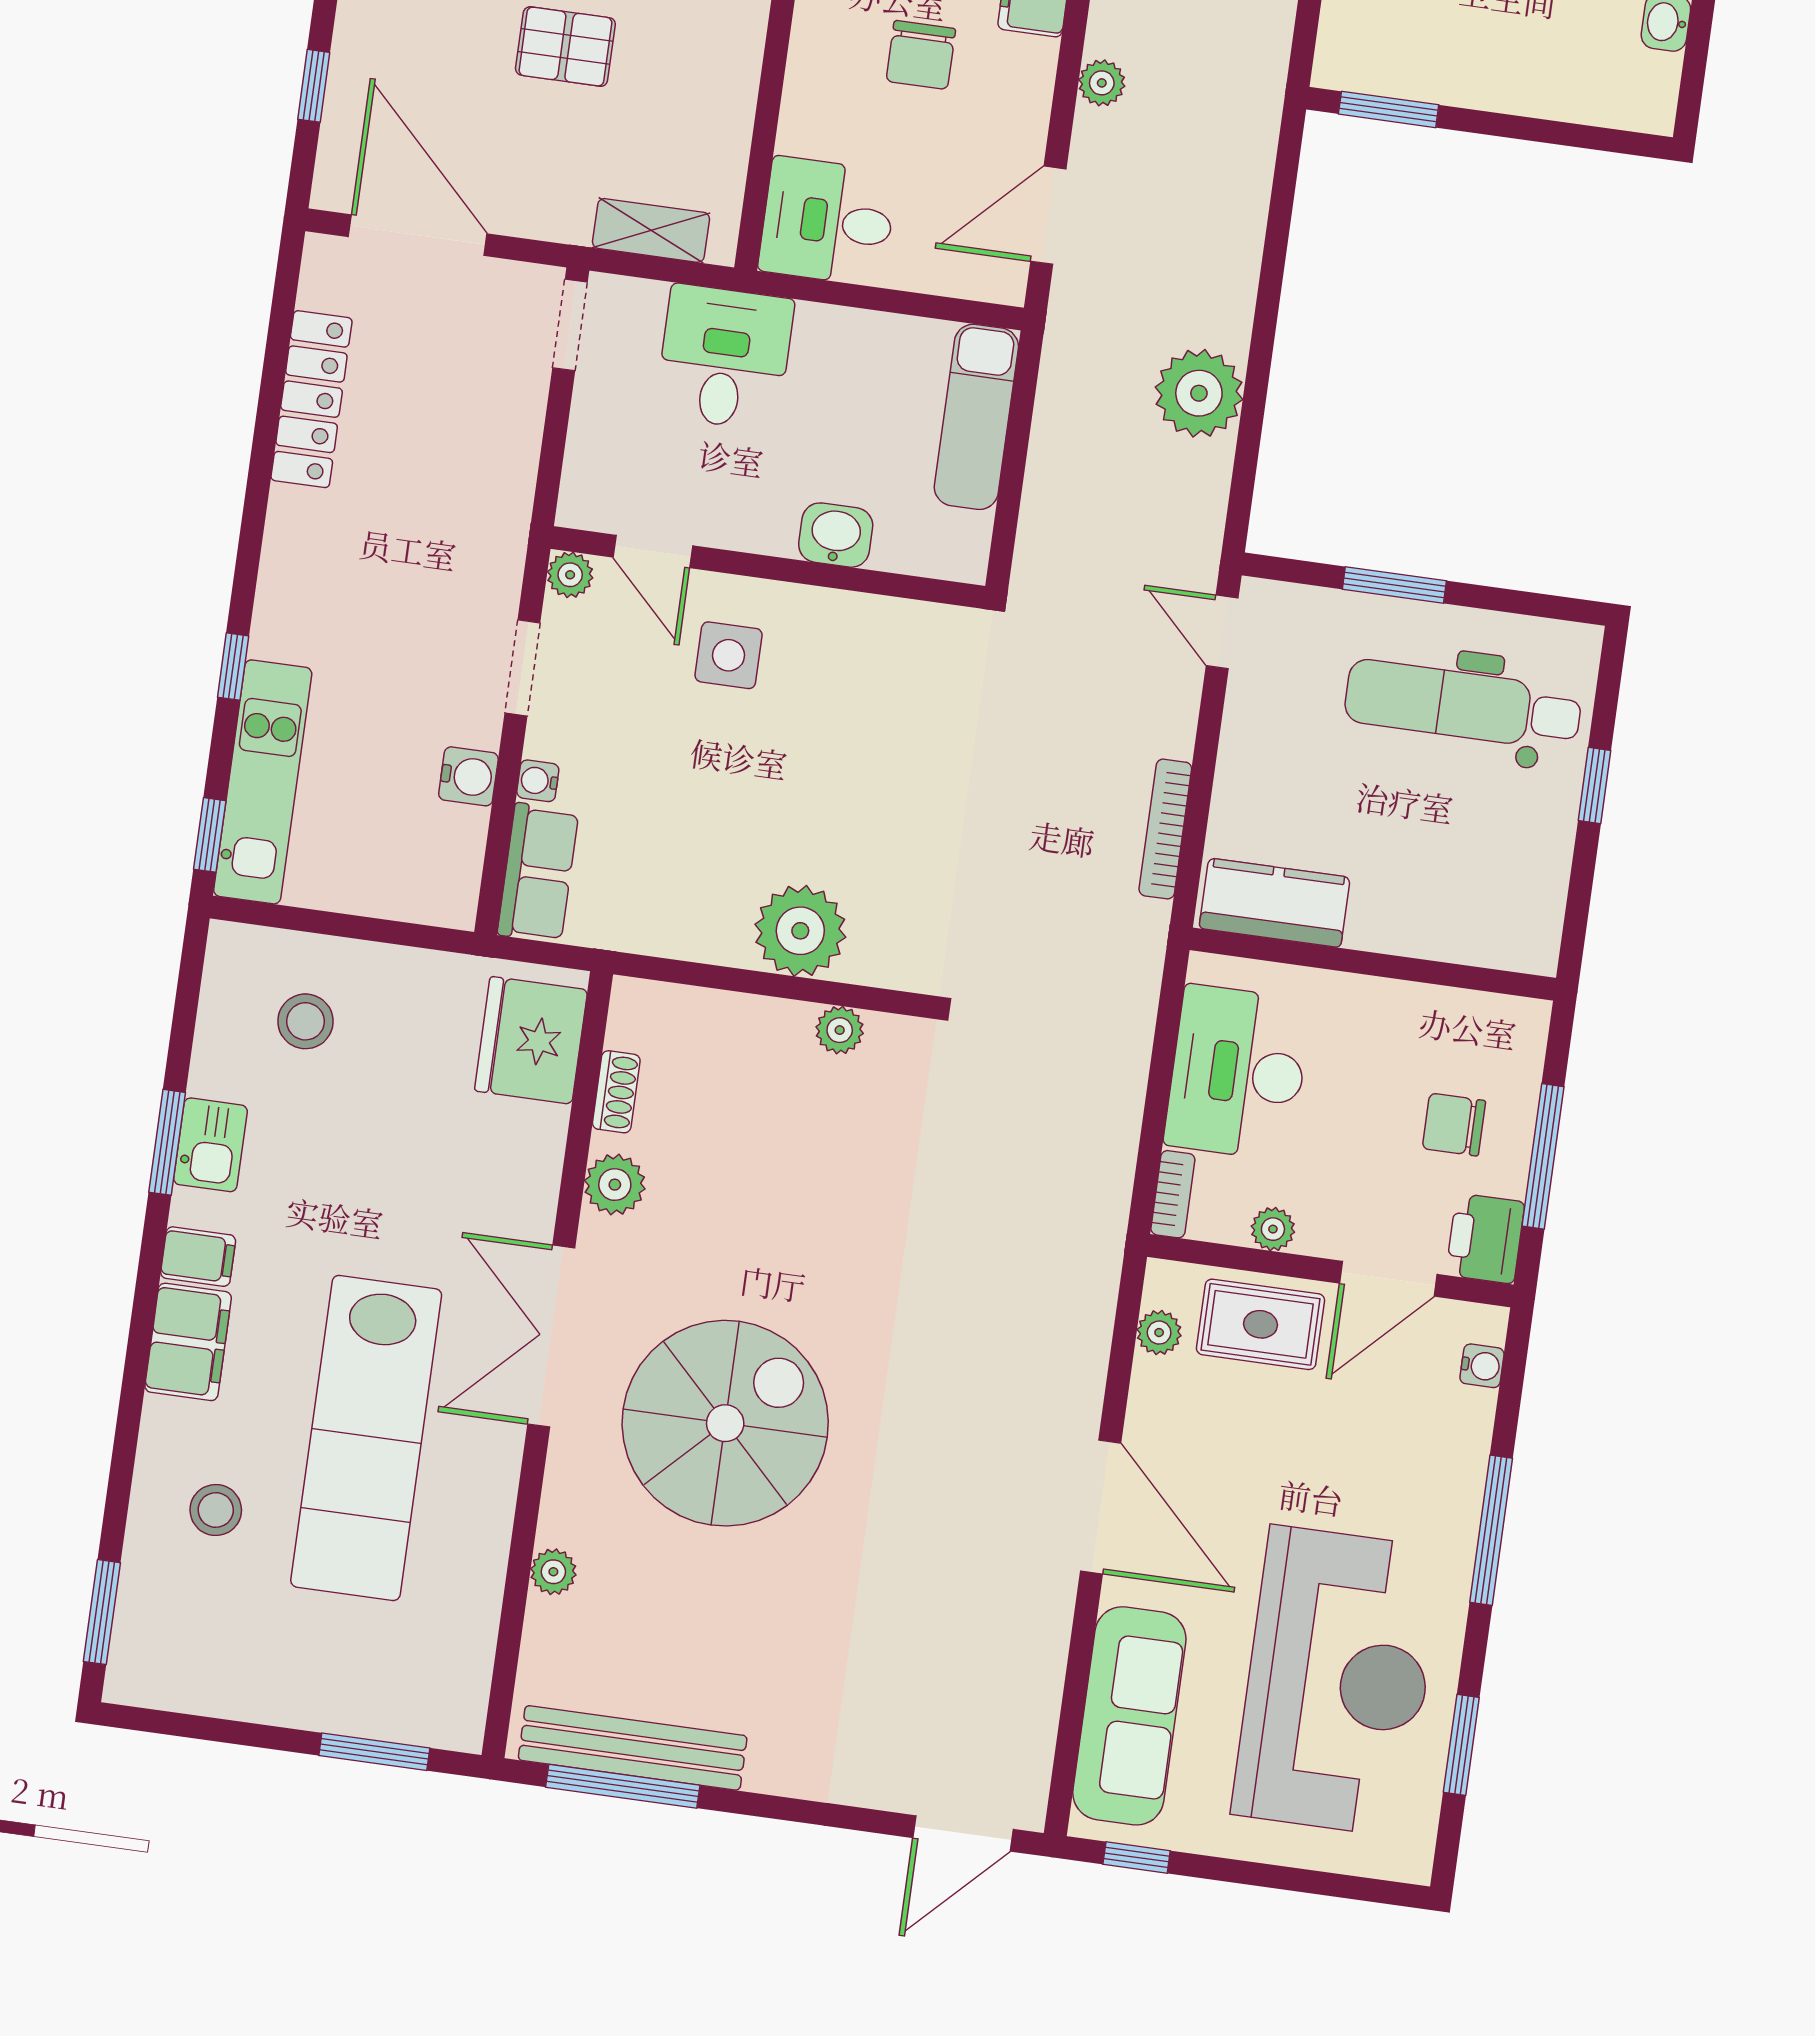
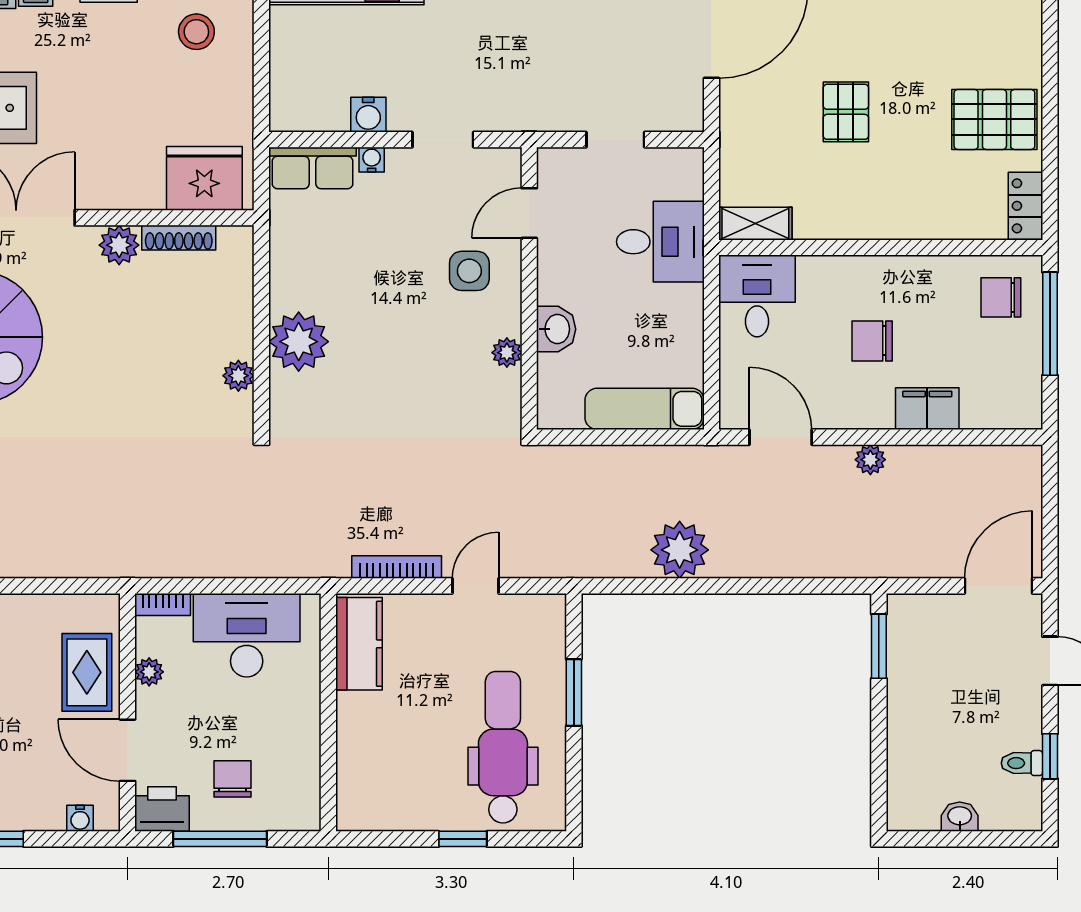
shelving: (651, 230) -> (755, 224), moved, turned 90
doorway: (570, 325) -> (615, 140), moved
plant: (570, 575) -> (507, 353), moved
door: (1222, 632) -> (475, 586), moved
shoe rack: (616, 1092) -> (179, 238), width x1.43
plant: (1159, 1333) -> (73, 608), removed

